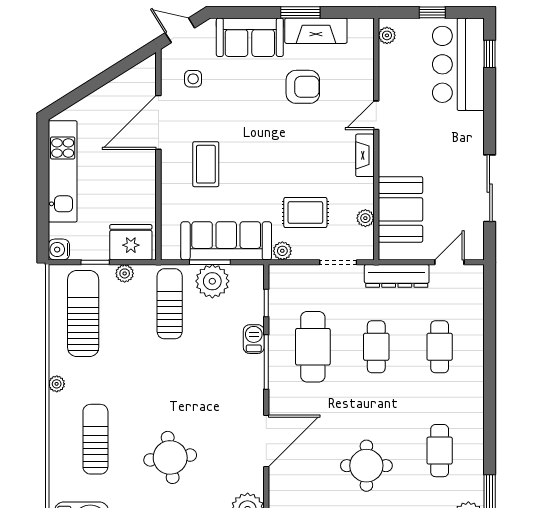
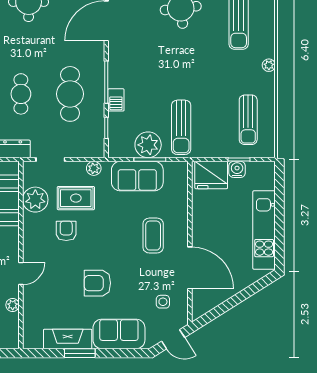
plant: (387, 35) -> (13, 305), moved
armchair: (303, 87) -> (97, 283), moved
door: (158, 122) -> (190, 268), hinge flipped
fireplace: (365, 155) -> (30, 242), removed
armchair: (318, 170) -> (66, 231), added
plant: (365, 218) -> (35, 200), width x1.87, depth x1.87
sofa: (226, 241) -> (137, 176), width x0.73
water cooler: (59, 250) -> (237, 169), moved, turned -90
plant: (125, 273) -> (216, 151), removed
sun lounger: (83, 314) -> (248, 120), width x0.73, depth x0.75

